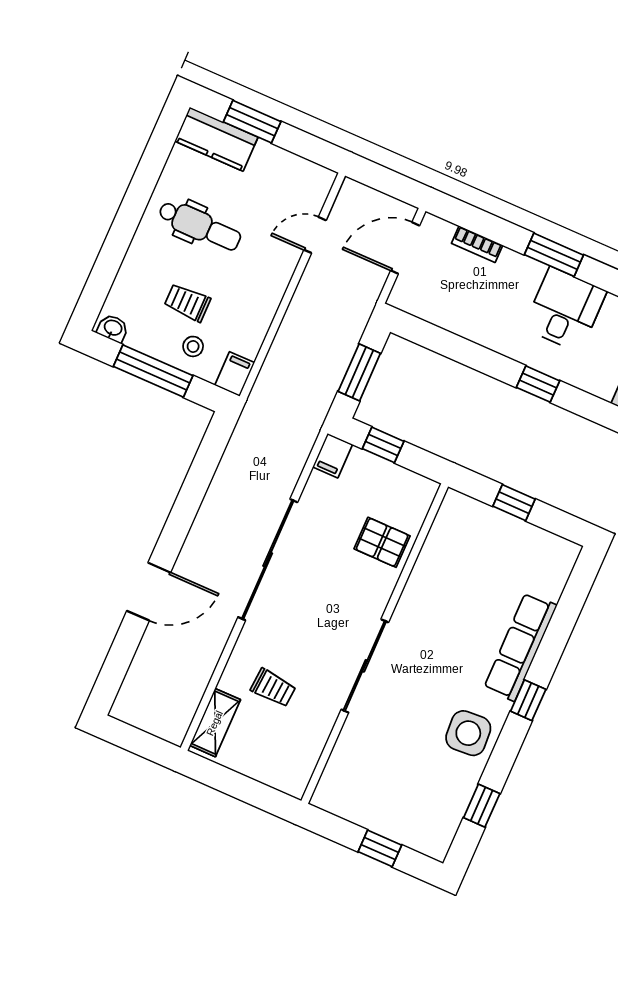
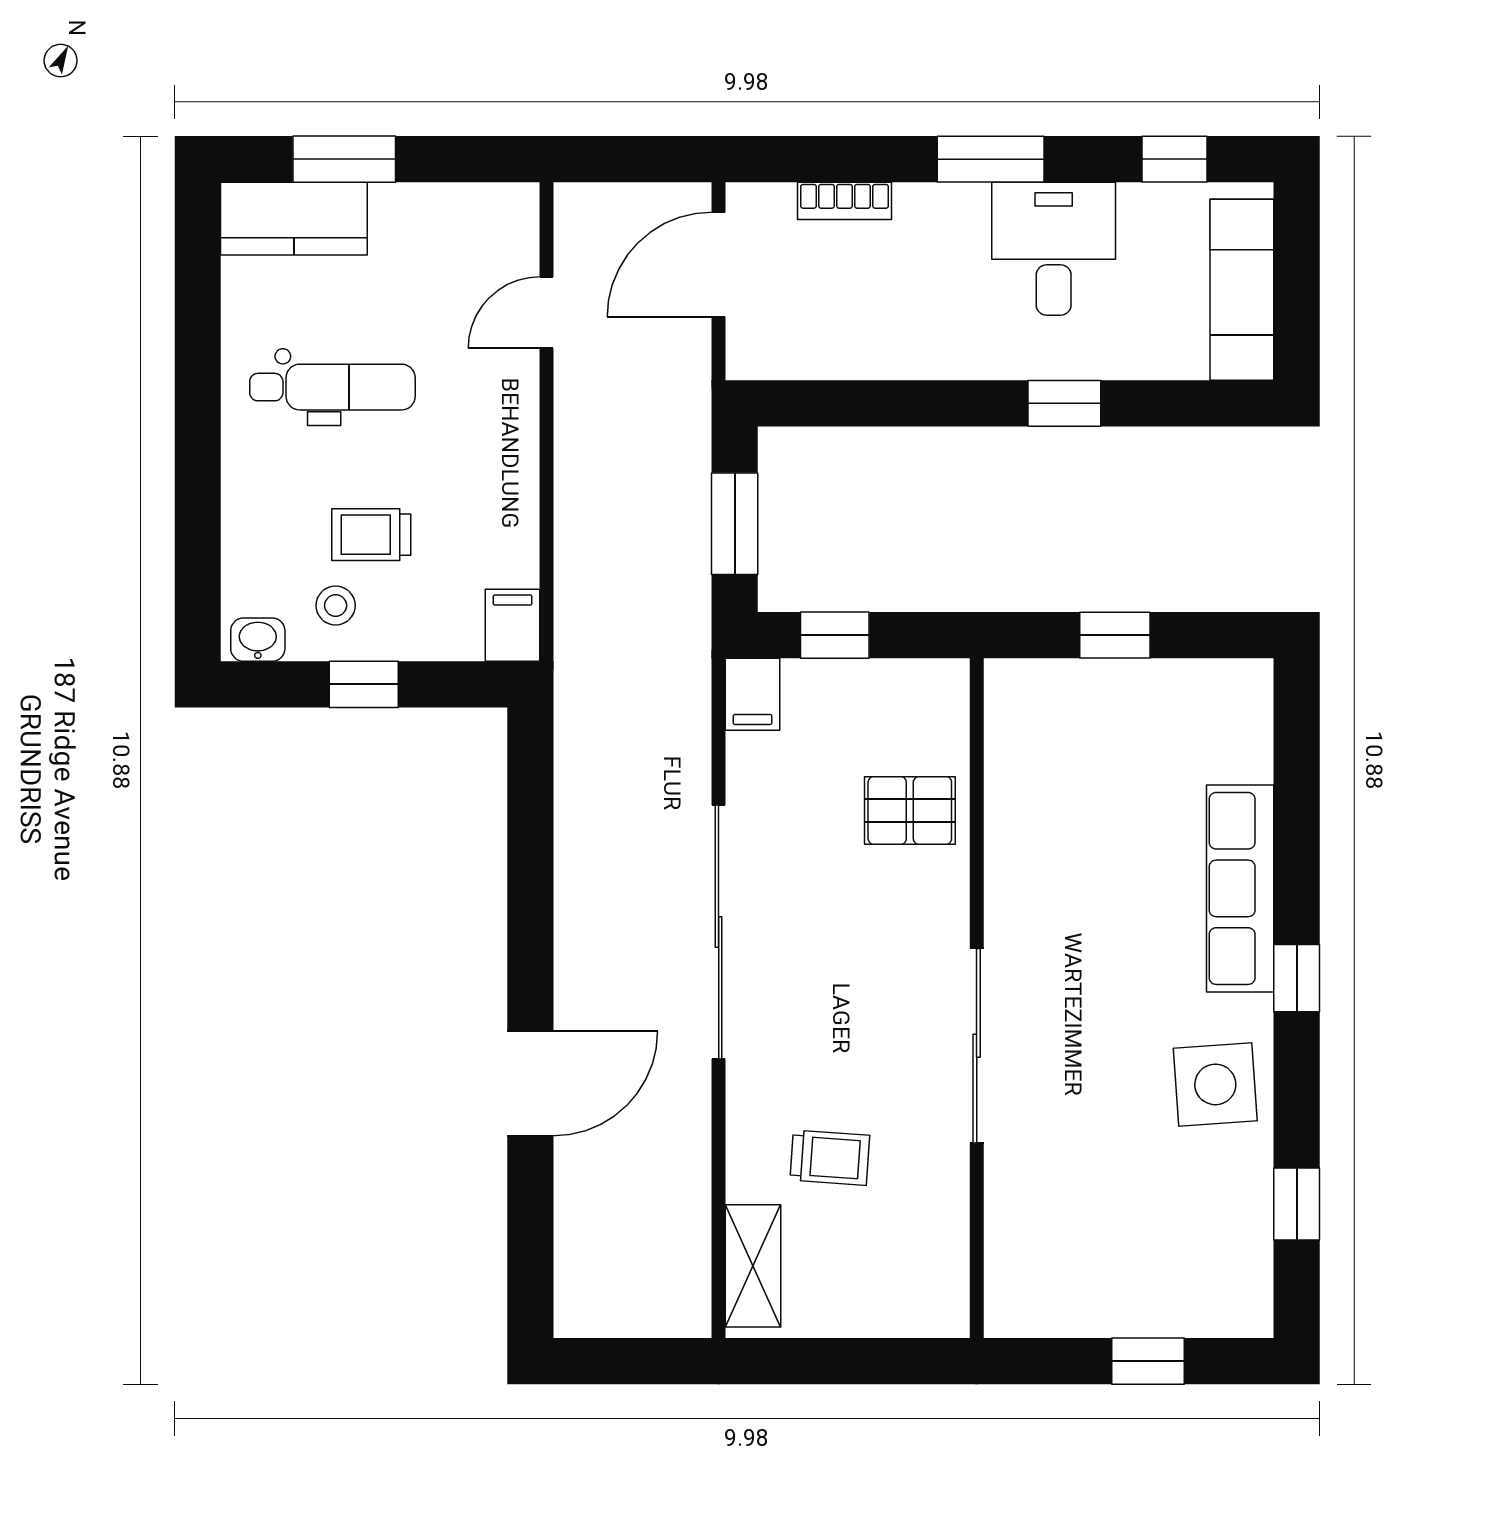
stool: (193, 346) -> (336, 606), moved
window: (153, 371) -> (364, 684), width x0.46

